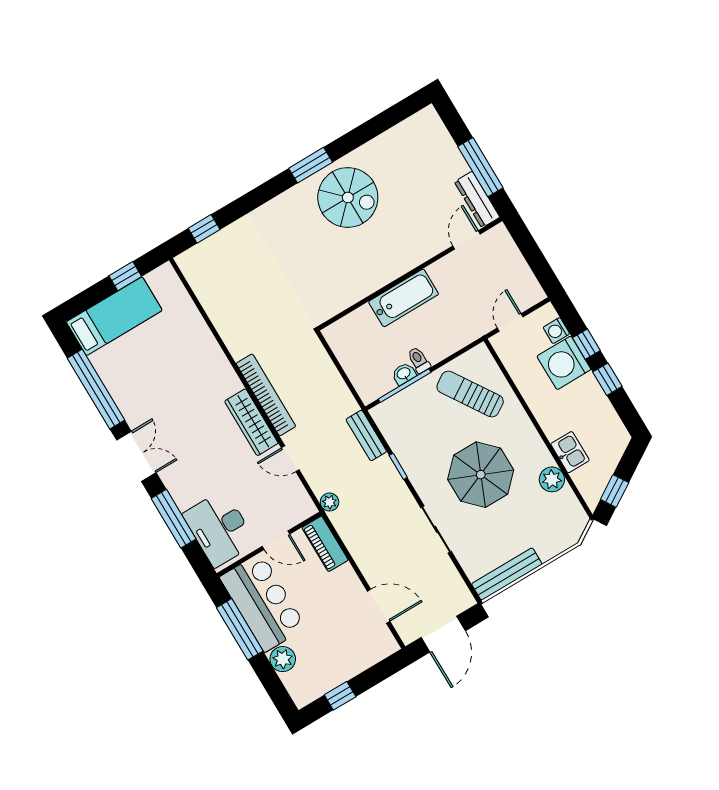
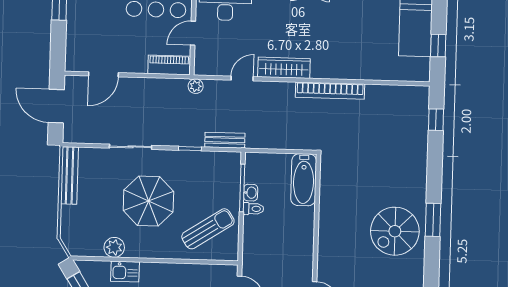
bathtub: (404, 298) -> (304, 180), moved
bookcase: (266, 395) -> (330, 91), moved

